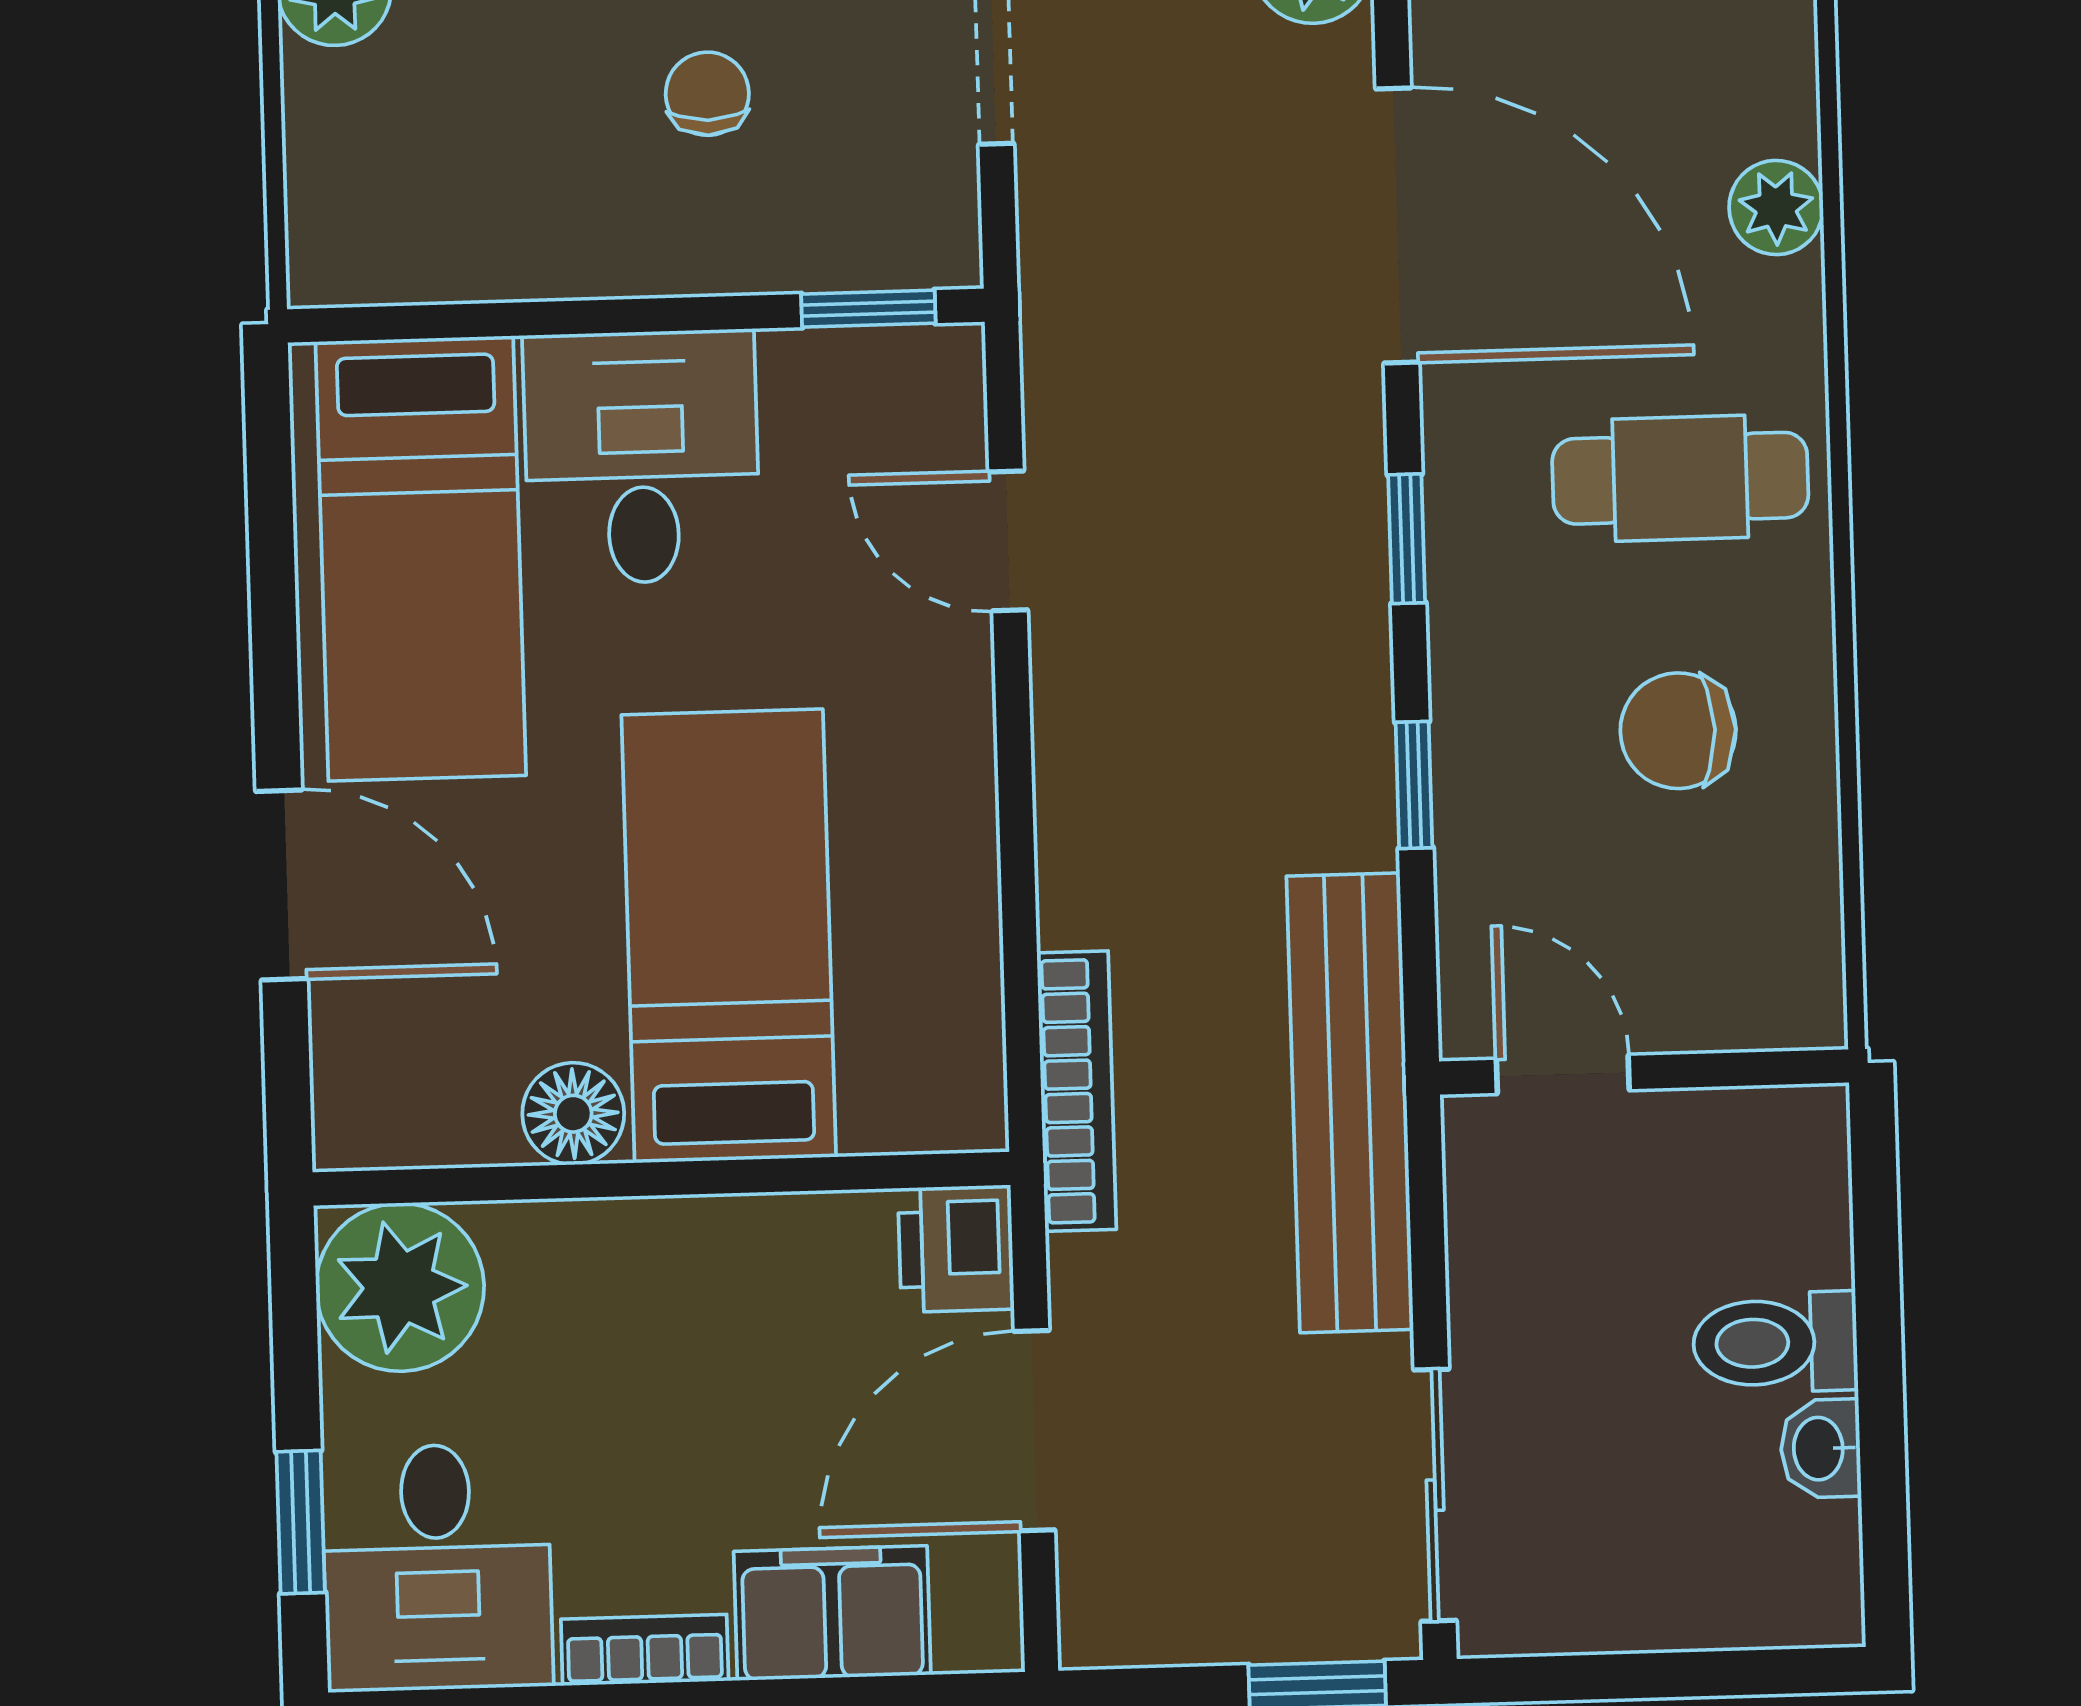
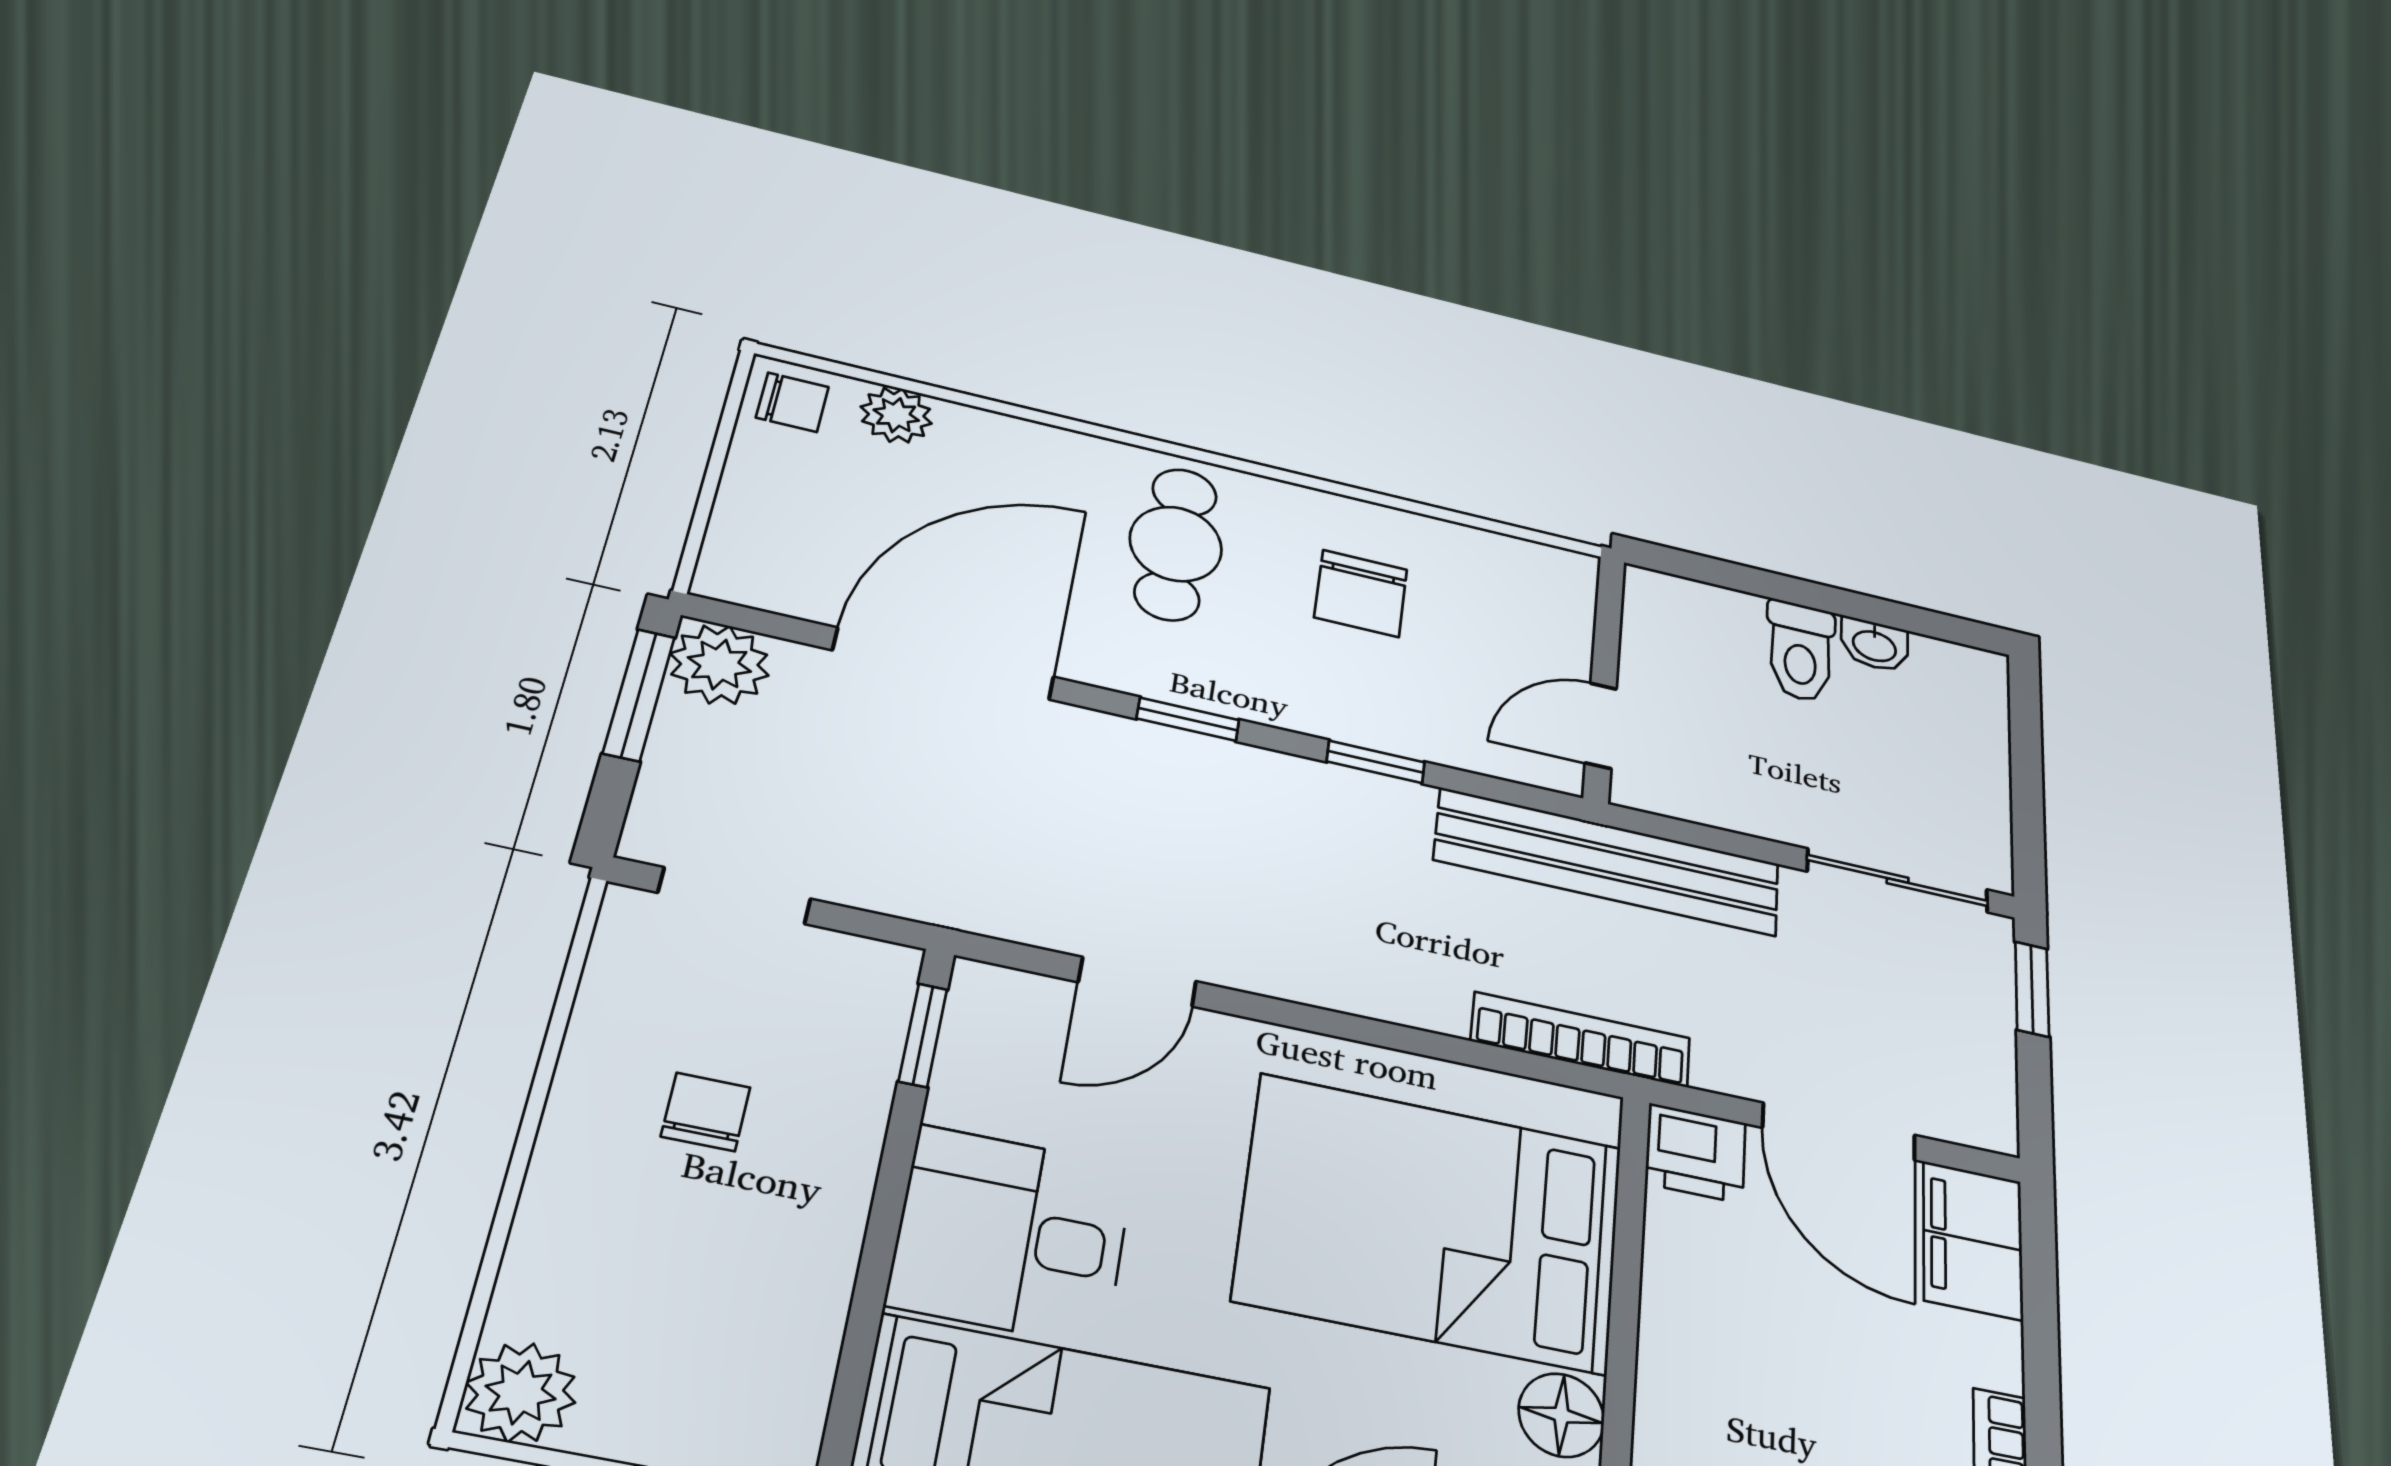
chair: (707, 94) -> (706, 1112), turned 90
plant: (1776, 207) -> (896, 415), moved
bed: (729, 936) -> (1431, 1223), width x1.50
filing cabinet: (832, 1613) -> (1973, 1240), moved

